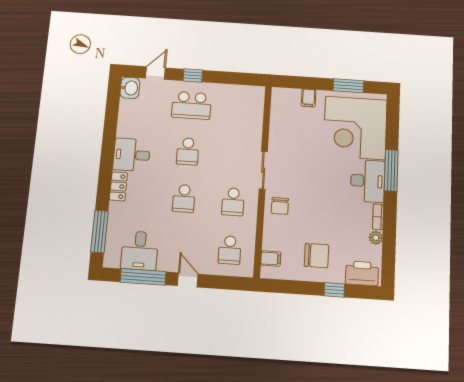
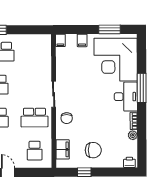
filing cabinet: (278, 96) -> (60, 40), added
school desk: (233, 202) -> (34, 118), width x1.85
filing cabinet: (271, 259) -> (63, 149), width x2.00
printer: (362, 273) -> (129, 162), width x0.53, depth x0.68
window: (334, 290) -> (84, 172), moved

